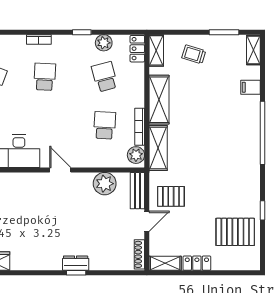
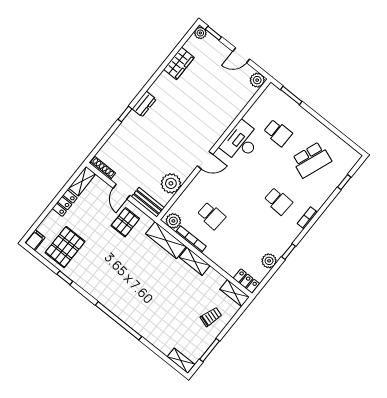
school desk: (105, 77) -> (245, 243), removed
filing cabinet: (250, 87) -> (35, 240), moved
shelving: (159, 100) -> (195, 261), width x0.67, depth x0.75
dresser: (76, 263) -> (144, 104), moved

